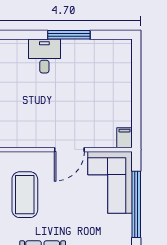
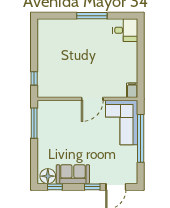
desk: (44, 56) -> (125, 30), moved, turned 90
coffee table: (25, 195) -> (60, 131), removed

